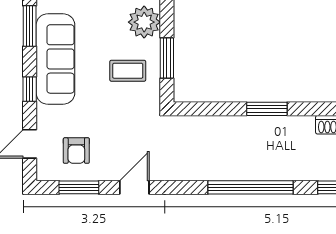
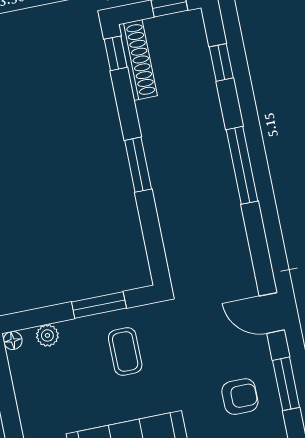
plant: (144, 22) -> (47, 335), width x0.53, depth x0.53
window: (250, 187) -> (242, 165), width x0.68

